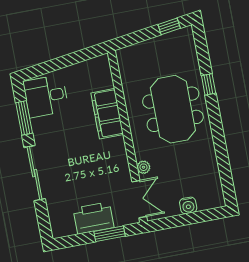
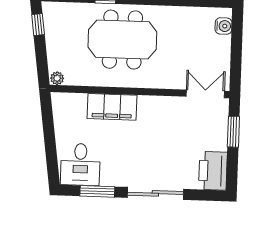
plant: (144, 167) -> (57, 78), moved
water cooler: (188, 205) -> (223, 26), moved
printer: (93, 218) -> (213, 171), moved

